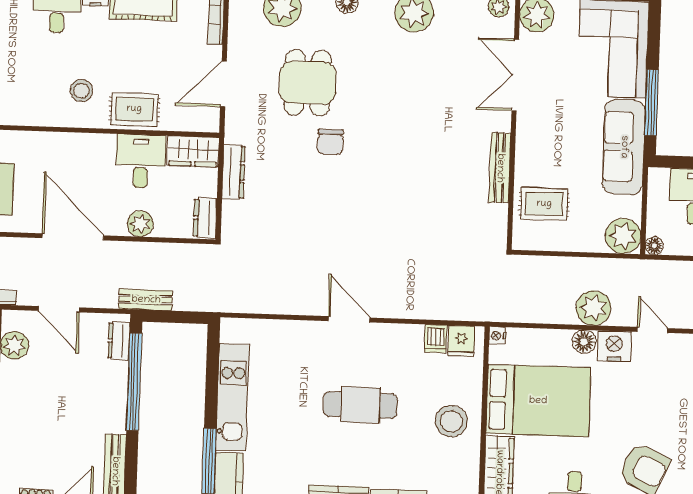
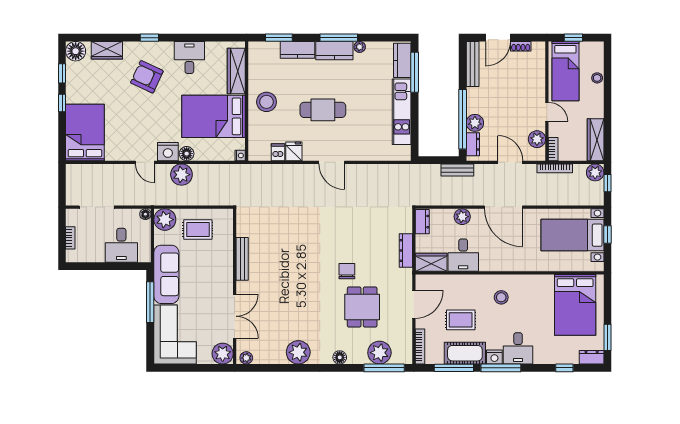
rug: (134, 109) -> (461, 320), moved
rug: (544, 204) -> (198, 230), moved
fridge: (461, 341) -> (294, 151), moved
plant: (114, 375) -> (475, 123), added

